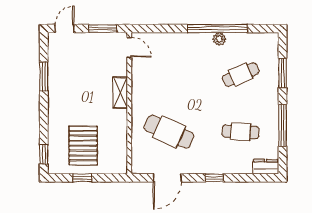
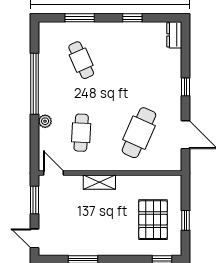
plant: (219, 39) -> (45, 121), moved
door: (129, 47) -> (53, 173), hinge flipped
window: (283, 125) -> (132, 18), width x0.46
cafe table: (241, 132) -> (81, 133), moved
pallet: (83, 146) -> (153, 220), turned 90

